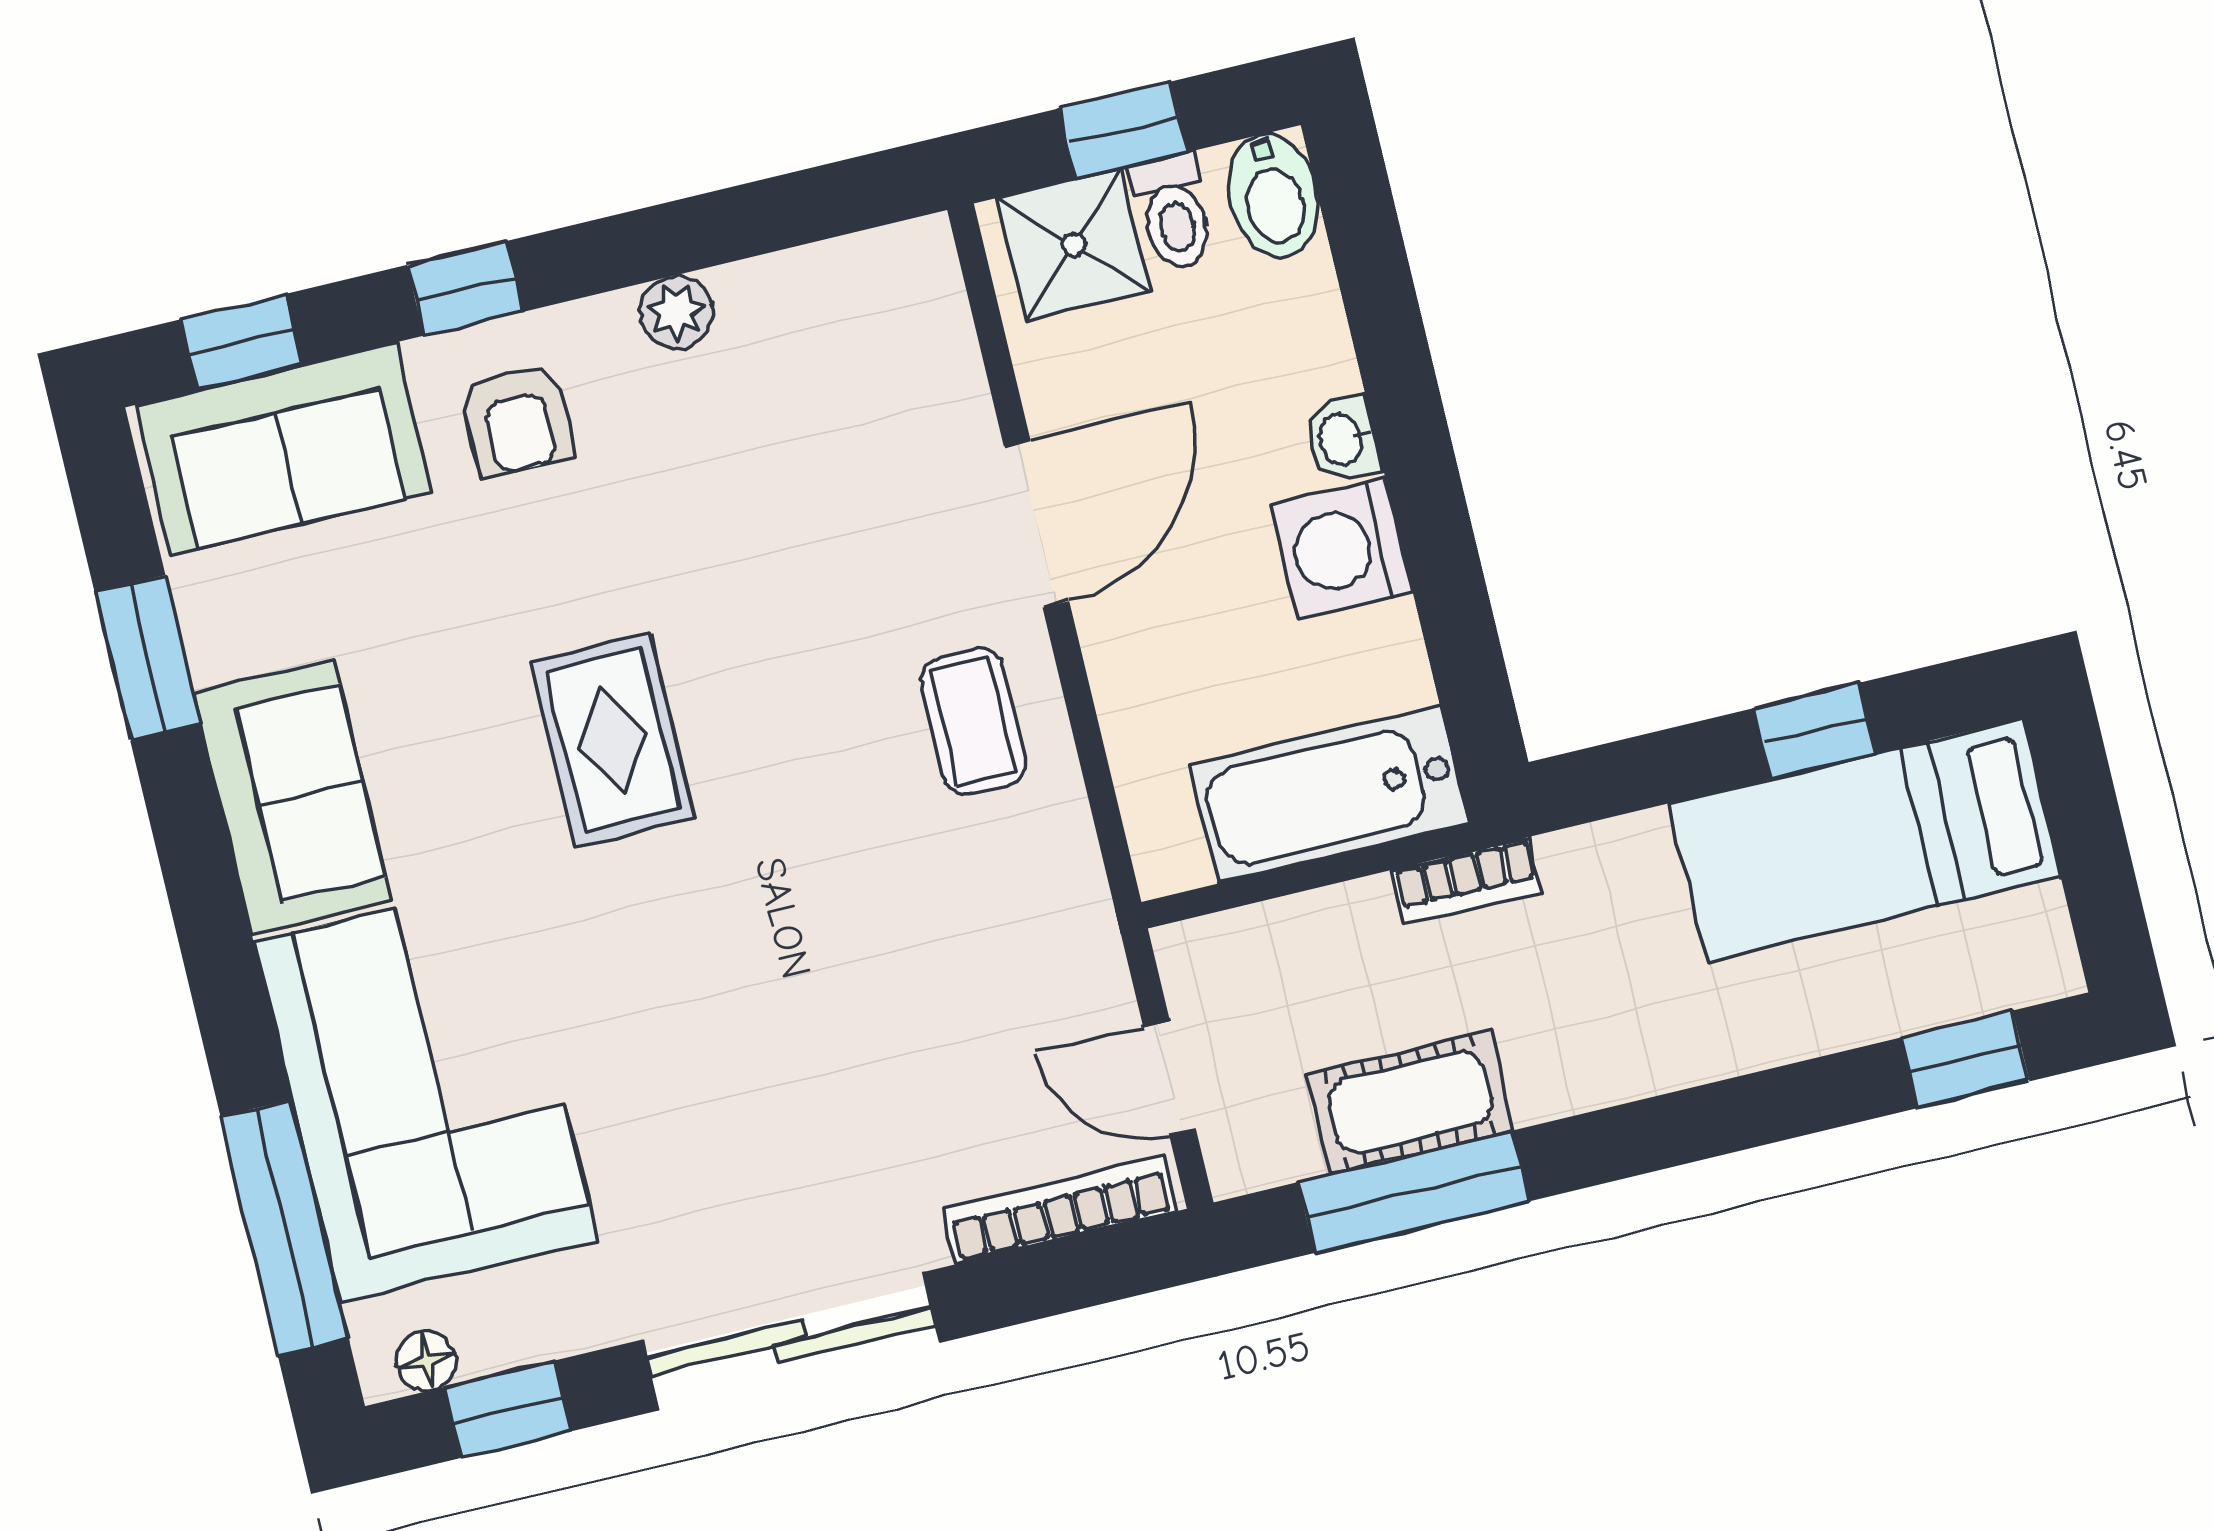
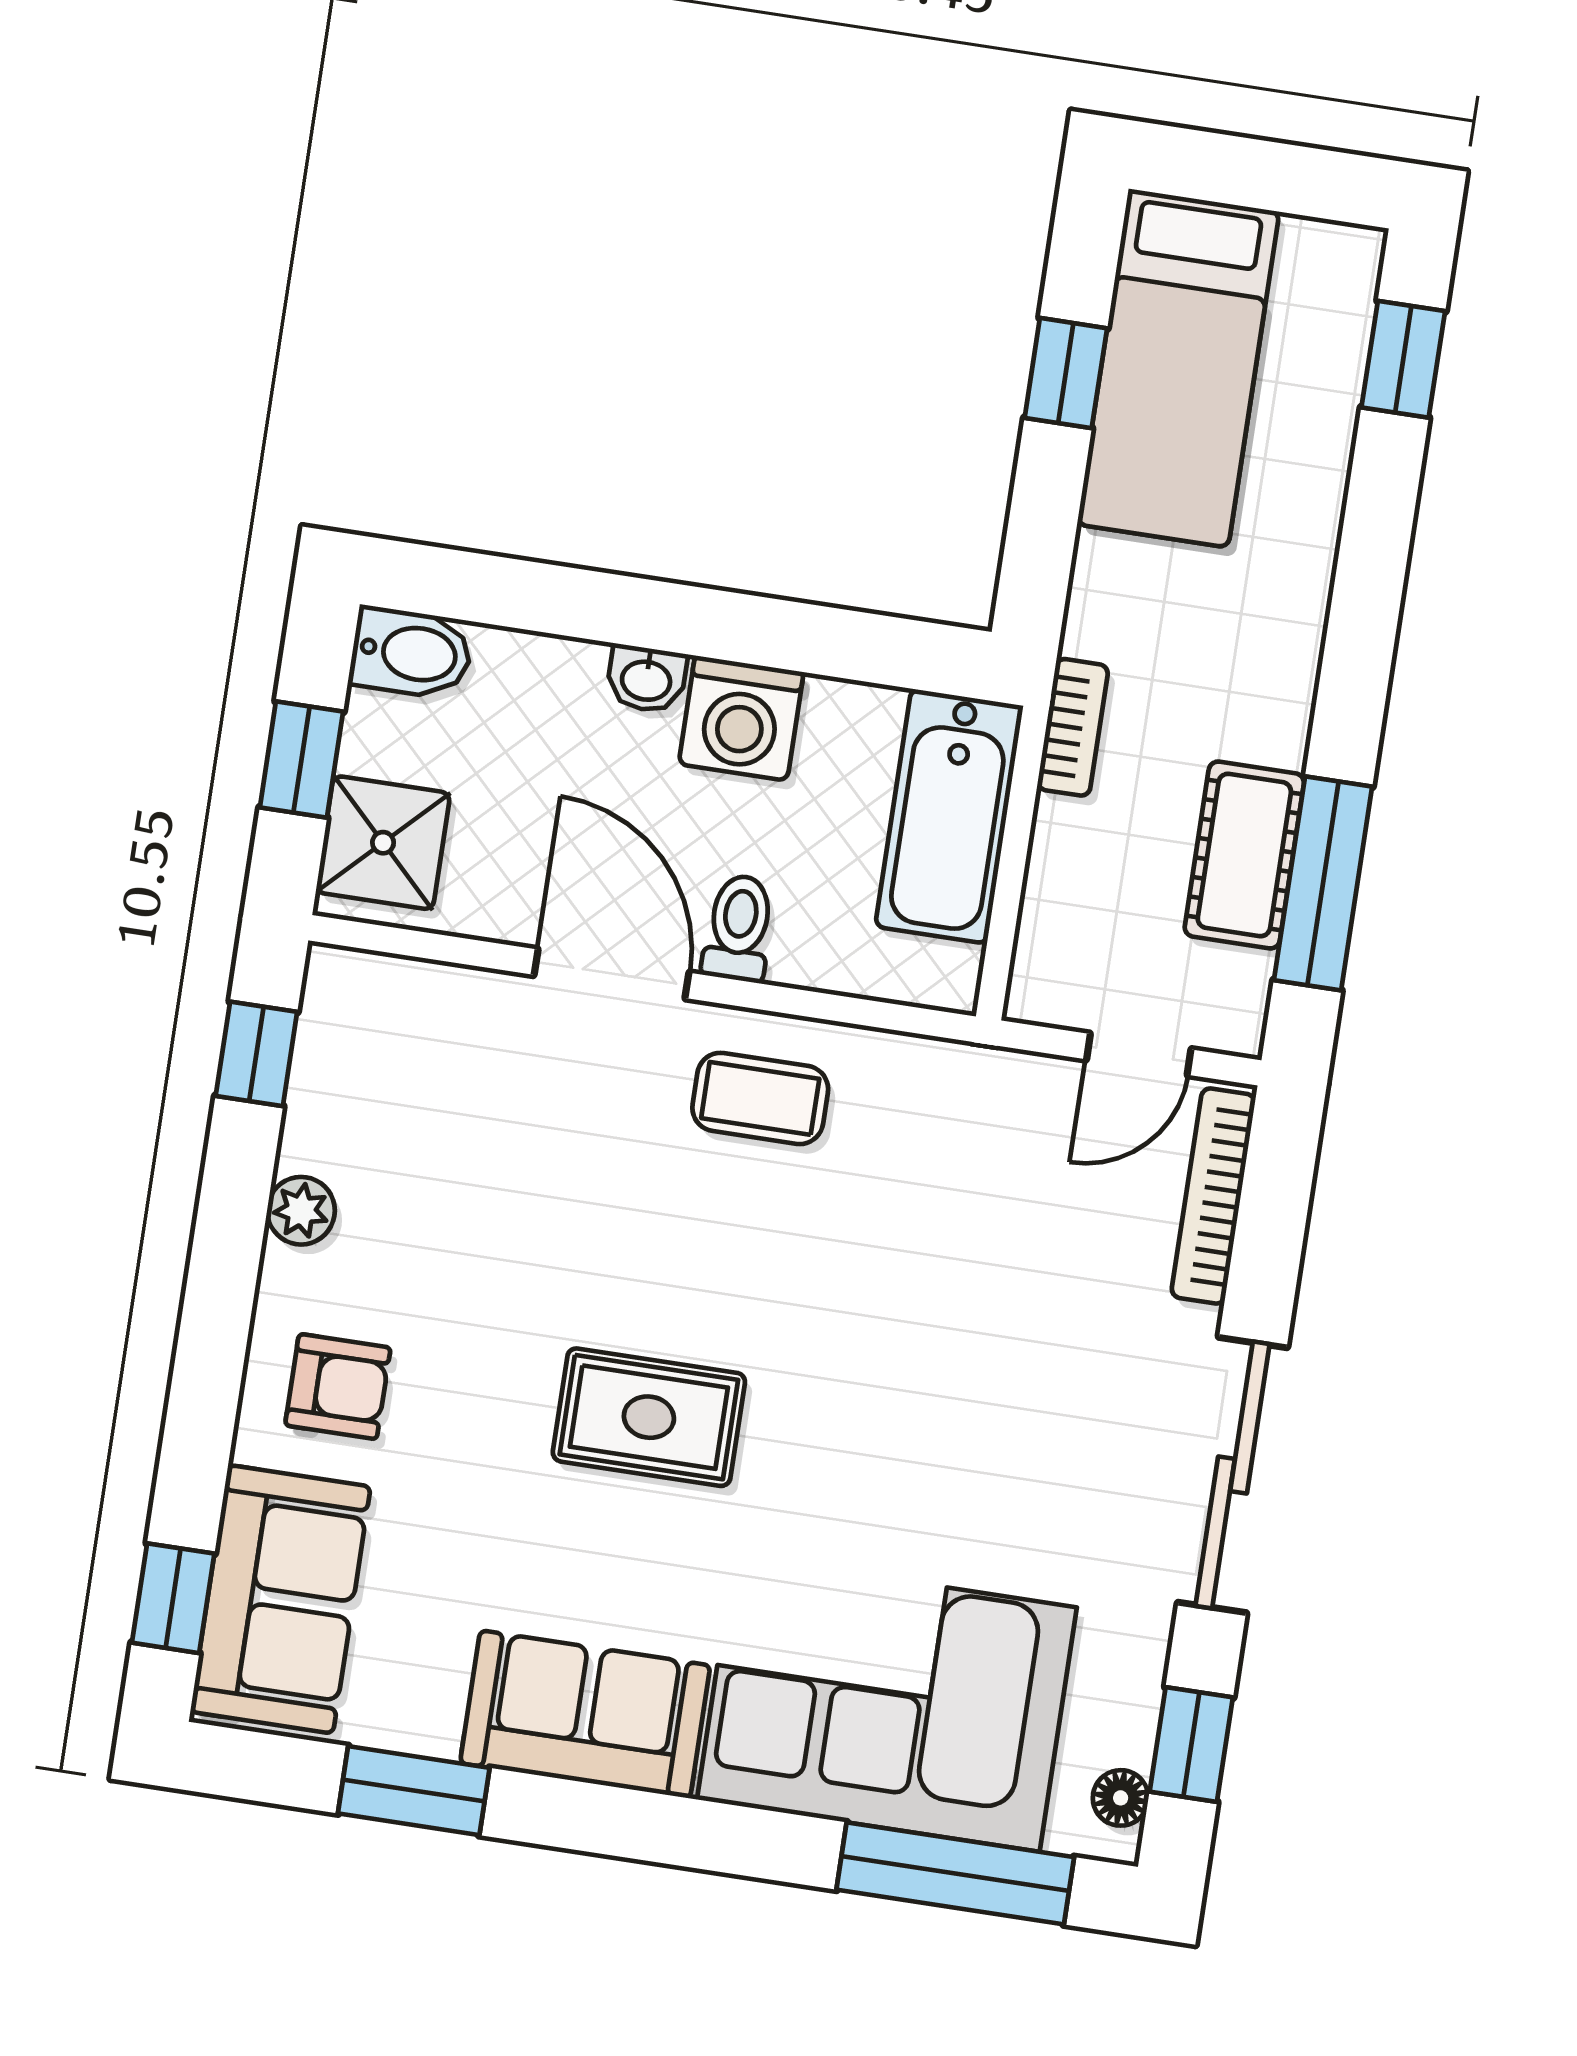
toilet: (1174, 212) -> (739, 928), moved, turned -90
window: (465, 288) -> (256, 1054), moved

